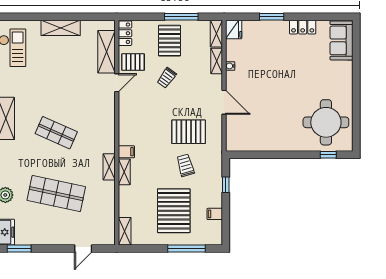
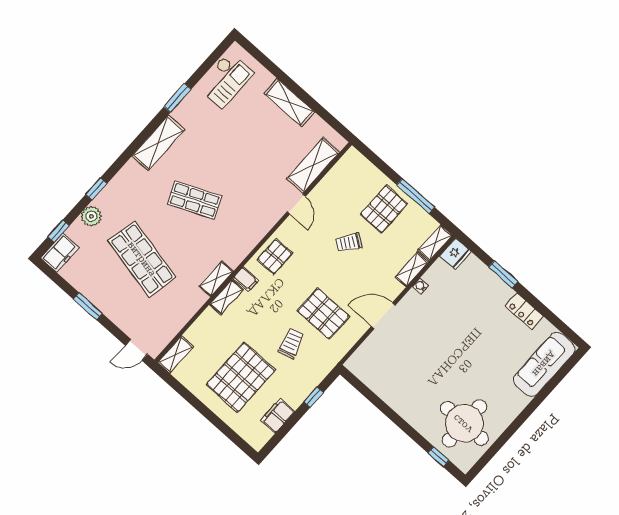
locker: (125, 33) -> (347, 163), removed
sofa: (341, 40) -> (544, 364), width x1.36
pallet: (133, 62) -> (275, 257), moved, turned 90
door: (117, 83) -> (296, 204), hinge flipped
door: (224, 102) -> (383, 316), swing flipped
shop shelf: (56, 133) -> (195, 200), turned -48
filing cabinet: (215, 214) -> (278, 416), width x2.00
window: (19, 249) -> (88, 306), moved
door: (83, 249) -> (136, 350), moved
window: (186, 249) -> (220, 425), removed

